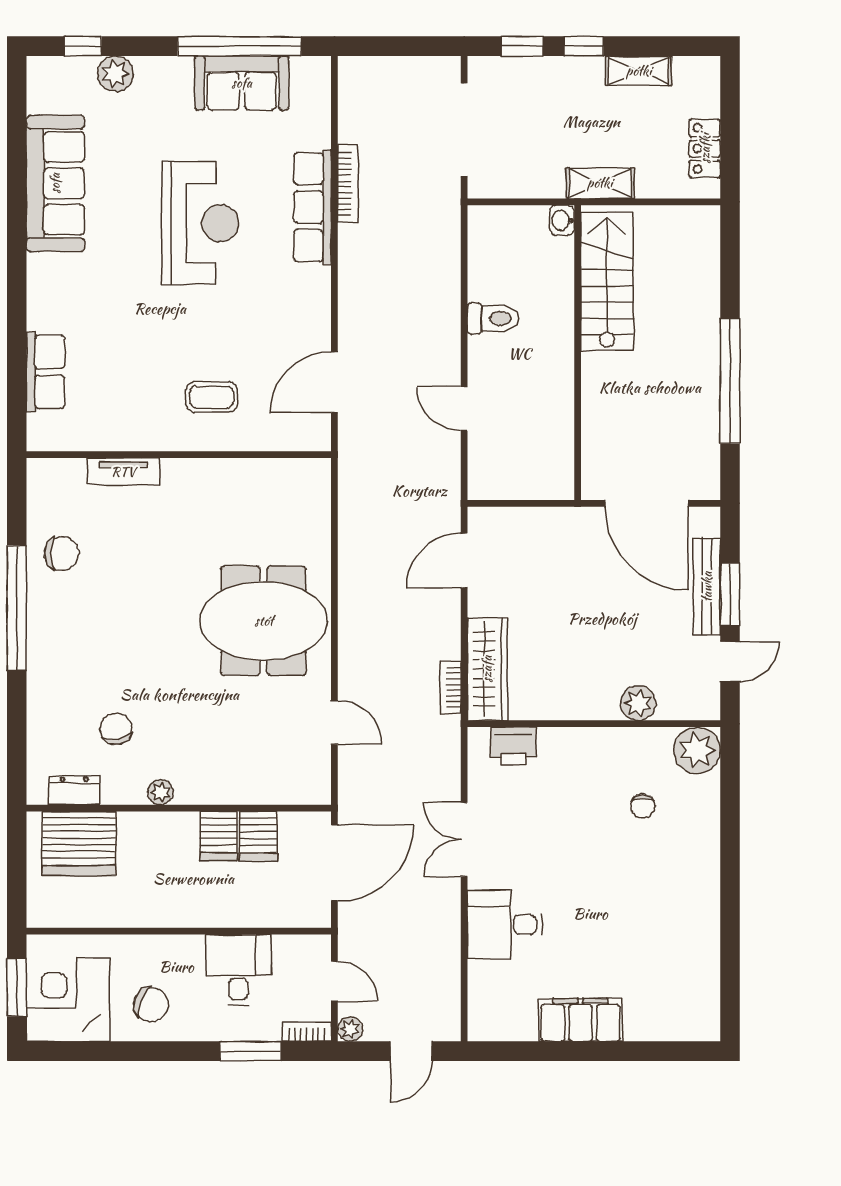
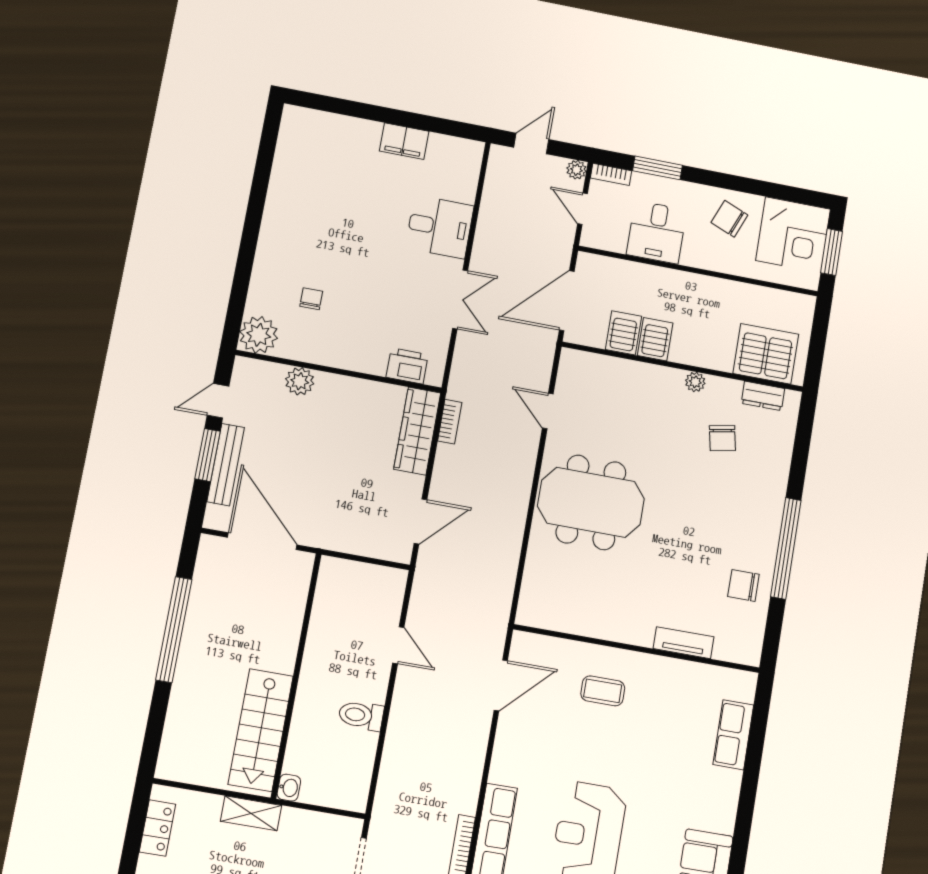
filing cabinet: (581, 1020) -> (404, 141), width x0.67, depth x0.86

